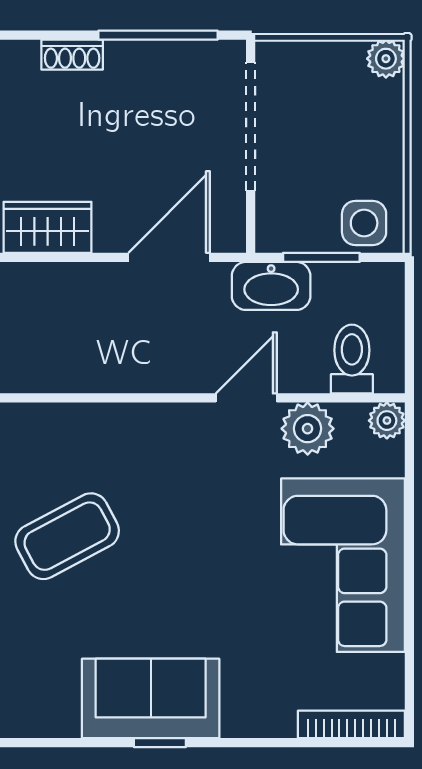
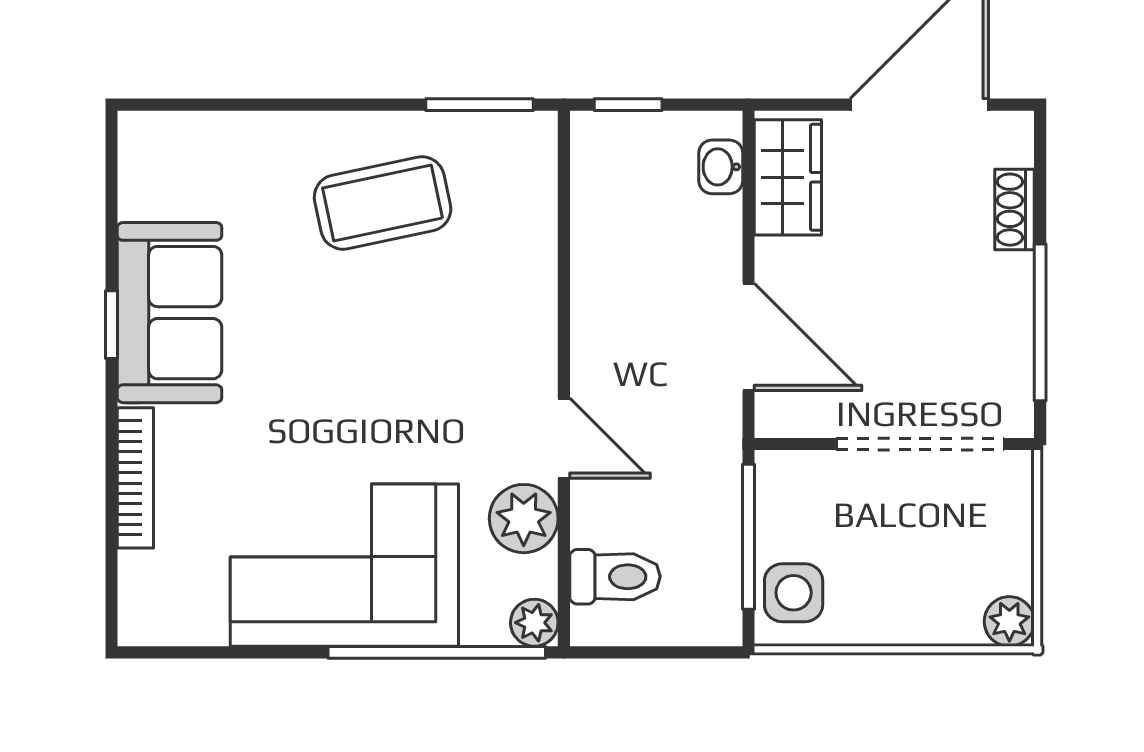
window: (321, 257) -> (748, 537), width x1.44
washbasin: (271, 286) -> (721, 167), moved, width x0.52, depth x0.69
window: (409, 495) -> (437, 652), added
coffee table: (67, 536) -> (383, 203), turned -74
bookcase: (351, 724) -> (135, 478), moved

